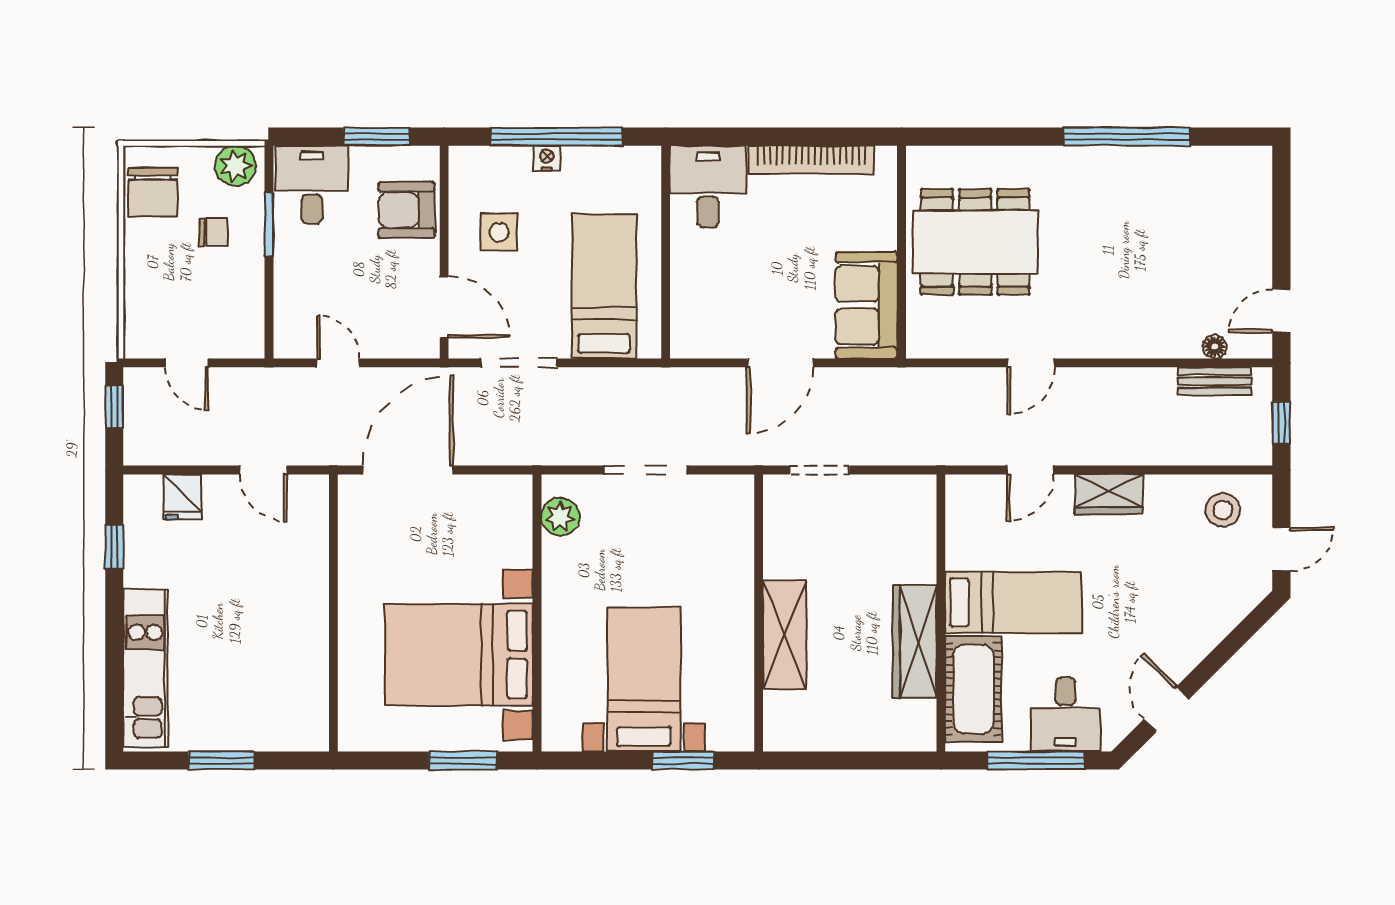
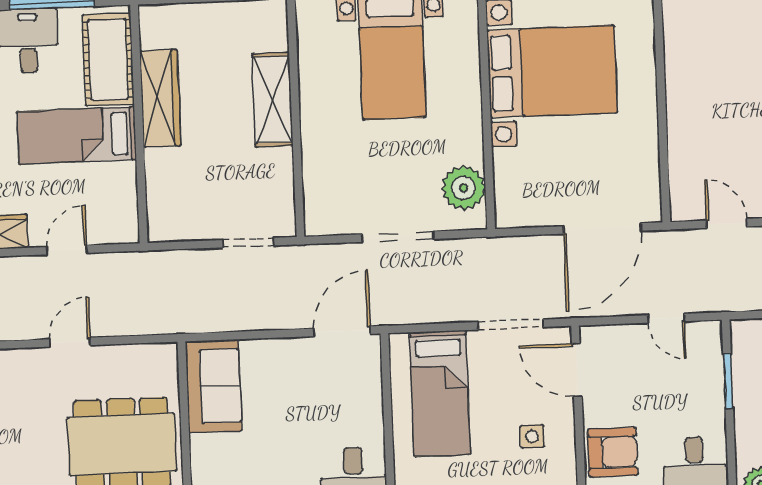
window: (269, 224) -> (728, 381), moved
side table: (499, 232) -> (532, 436), width x0.73, depth x0.73
door: (780, 363) -> (342, 331), moved
plant: (560, 517) -> (464, 188), width x1.36, depth x1.36

